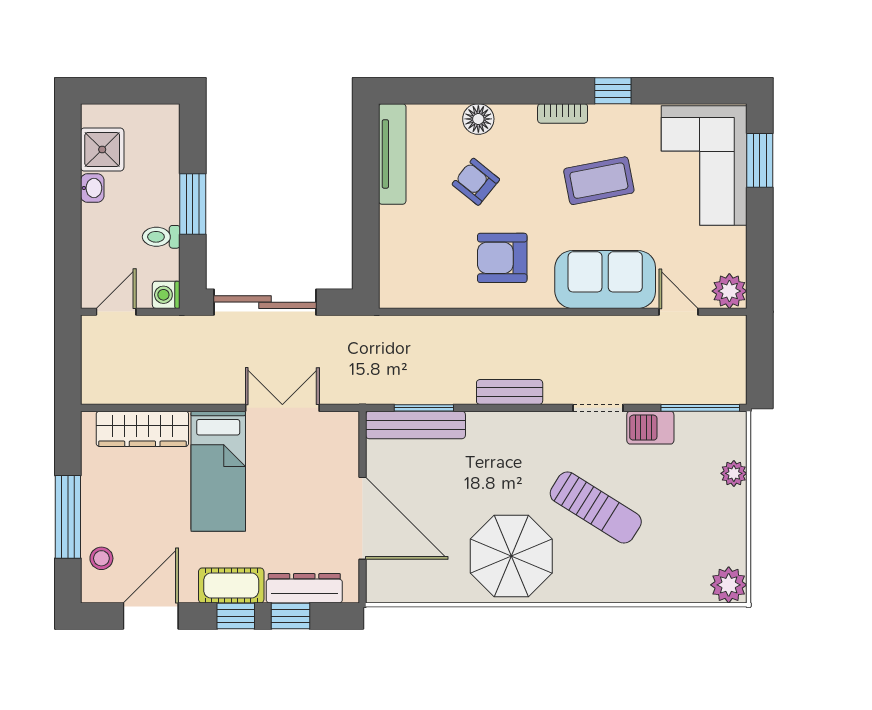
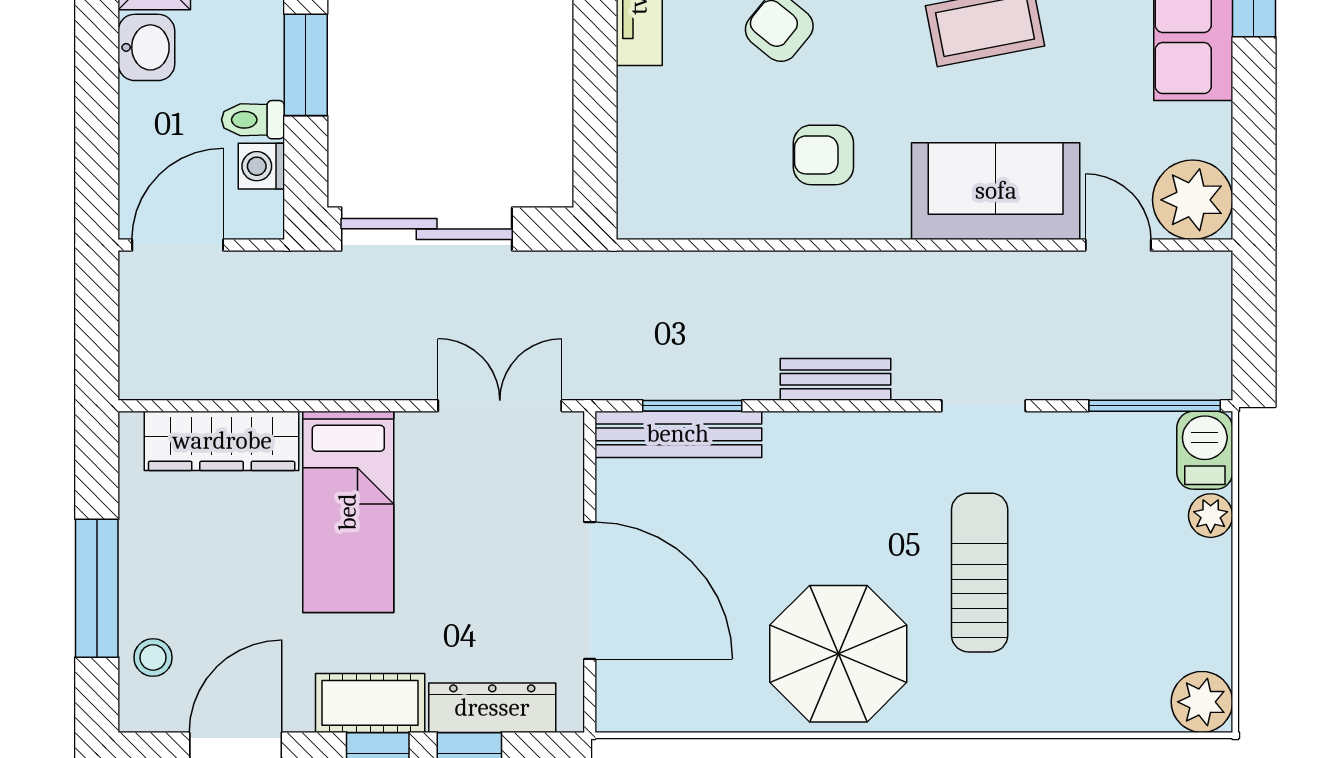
washbasin: (92, 188) -> (146, 47), width x1.38, depth x1.45
armchair: (502, 258) -> (823, 155), width x0.72, depth x0.72
plant: (729, 291) -> (1193, 200), width x1.36, depth x1.36
washing machine: (166, 295) -> (261, 166), moved
door: (116, 312) -> (178, 245), width x1.38
double door: (282, 408) -> (500, 406), moved
barbecue: (650, 428) -> (1205, 450), moved, turned 90
sun lounger: (596, 508) -> (980, 573), turned -122

